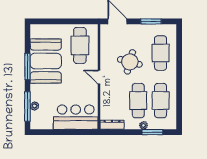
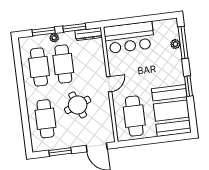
booth: (46, 61) -> (171, 111), moved
round table: (130, 62) -> (78, 105), turned -36
window: (27, 66) -> (188, 86), width x0.69
door: (99, 77) -> (109, 84), hinge flipped
window: (124, 132) -> (74, 28), added

